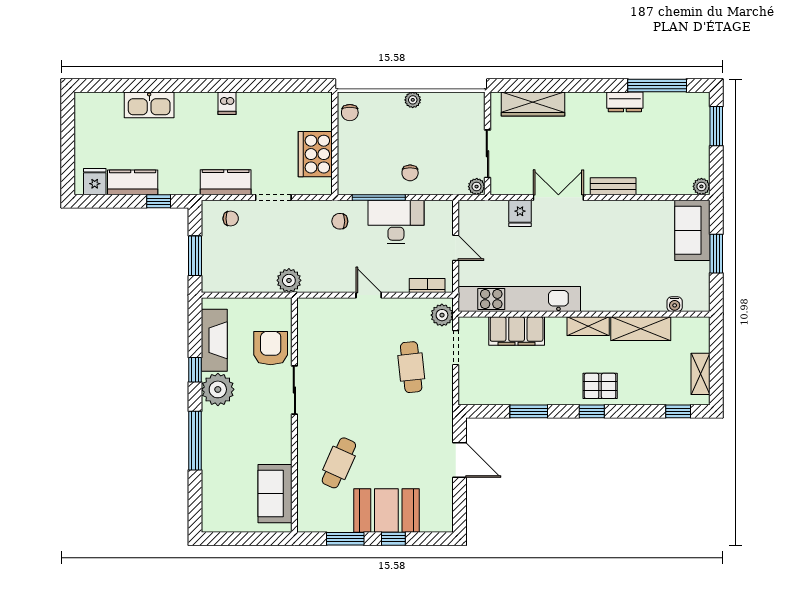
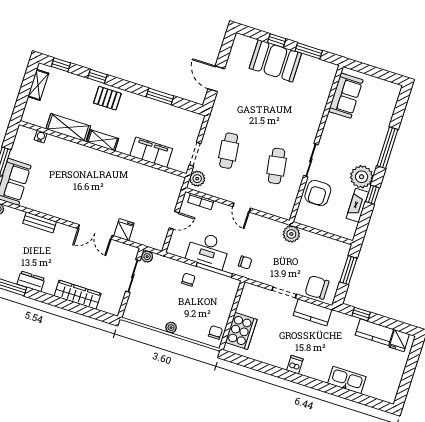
wardrobe: (533, 104) -> (78, 295), moved
cooker: (315, 154) -> (241, 331), moved
bench: (613, 186) -> (40, 222), moved
chair: (231, 219) -> (317, 287), width x1.87, depth x1.87
door: (456, 248) -> (174, 220), swing flipped
kitchen unit: (519, 299) -> (142, 173), removed
fireplace: (214, 340) -> (357, 205), width x0.73, depth x0.76
window: (592, 411) -> (97, 76), moved
cafe table: (339, 463) -> (277, 166), moved, turned -33

